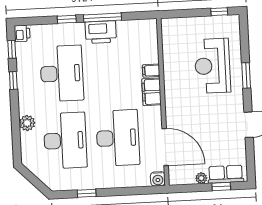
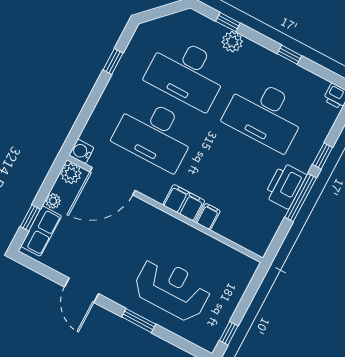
window: (12, 49) -> (228, 22), moved
plant: (176, 177) -> (71, 173), added

